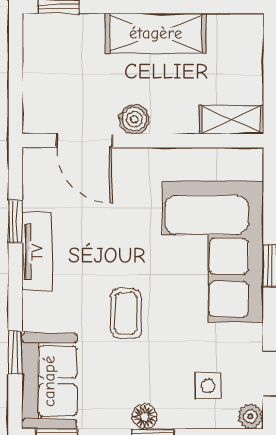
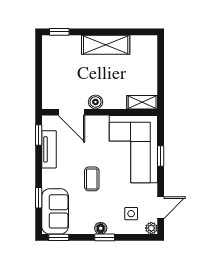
boiler: (134, 119) -> (95, 102), moved
shelving: (232, 120) -> (142, 102), moved
door: (84, 141) -> (72, 112), moved
wall: (143, 141) -> (100, 112), moved

